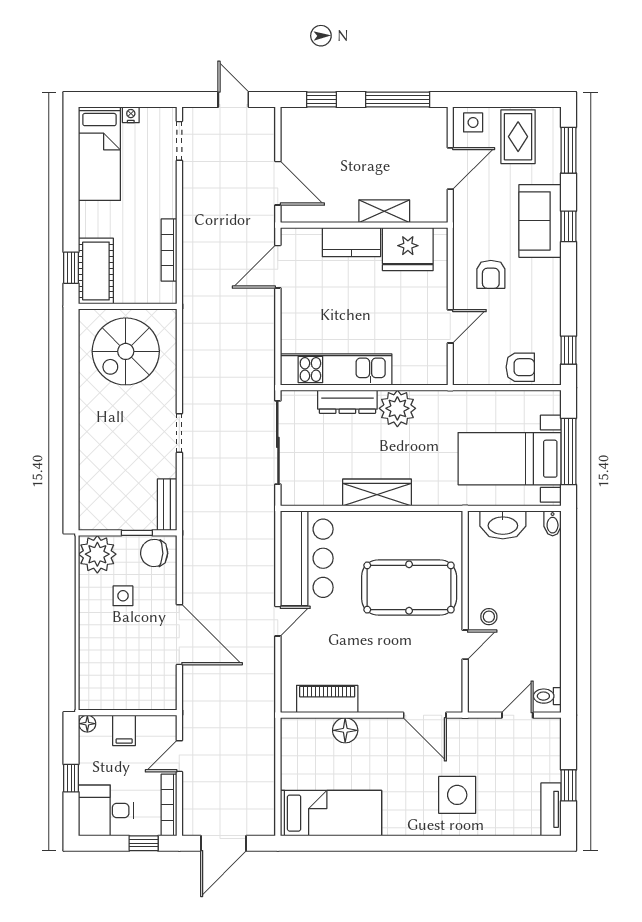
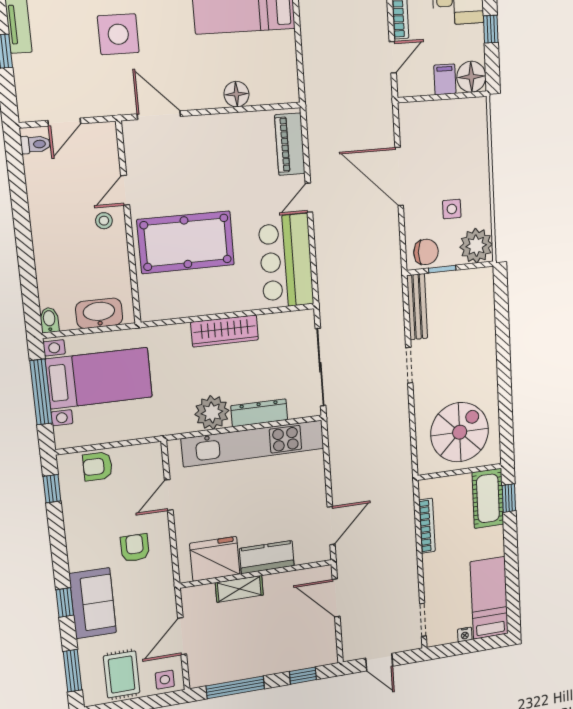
kitchen unit: (336, 369) -> (253, 443), width x1.36
bench: (167, 505) -> (417, 307), width x1.36
piano: (327, 699) -> (290, 144), moved, turned 90
floor lamp: (87, 724) -> (471, 77), width x1.89, depth x1.89

